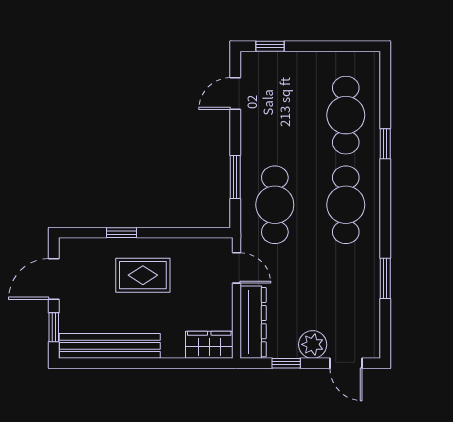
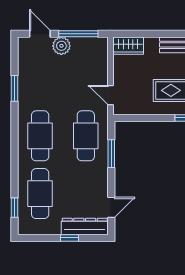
window: (270, 46) -> (69, 238), moved
window: (385, 144) -> (15, 208), moved
dresser: (253, 322) -> (85, 227), moved, turned 90
window: (286, 363) -> (78, 34), width x2.17

